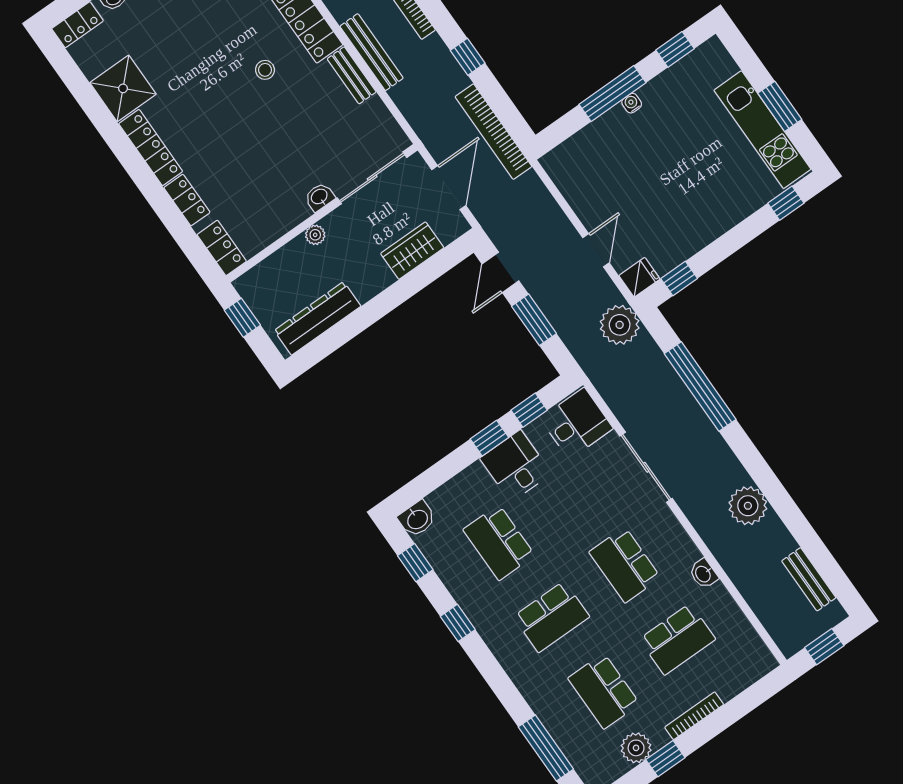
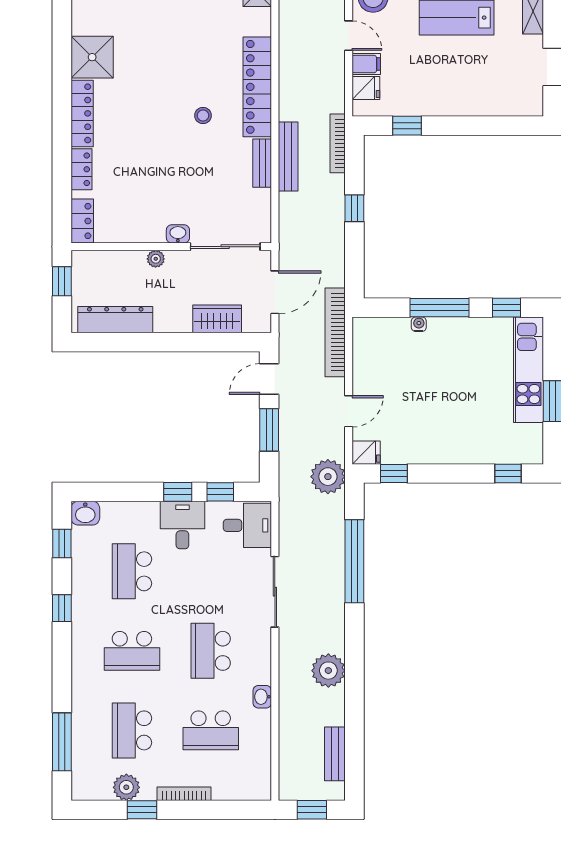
water cooler: (632, 103) -> (419, 324), moved
kitchen unit: (762, 130) -> (528, 370), moved
bookcase: (493, 132) -> (335, 332), moved

